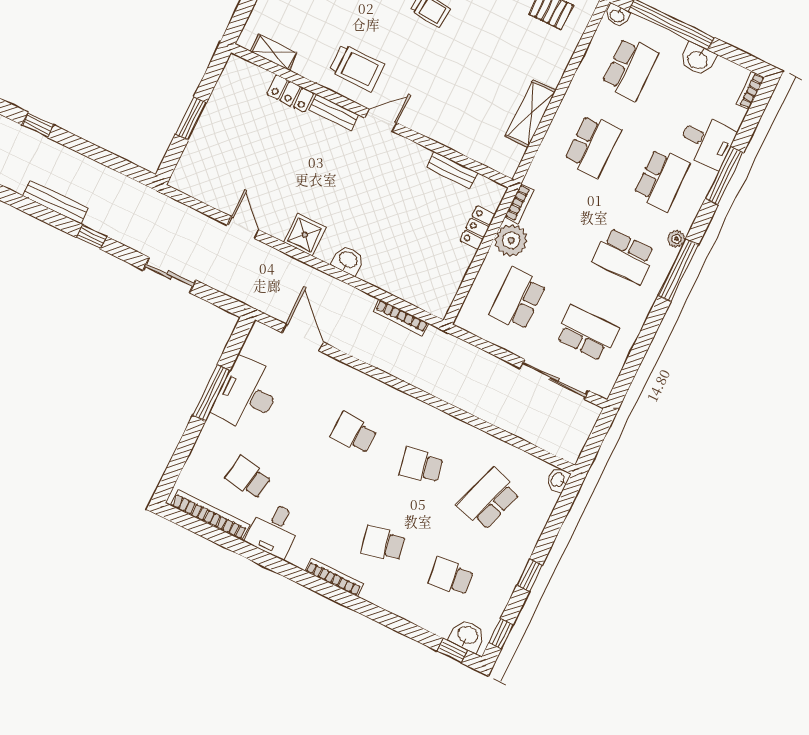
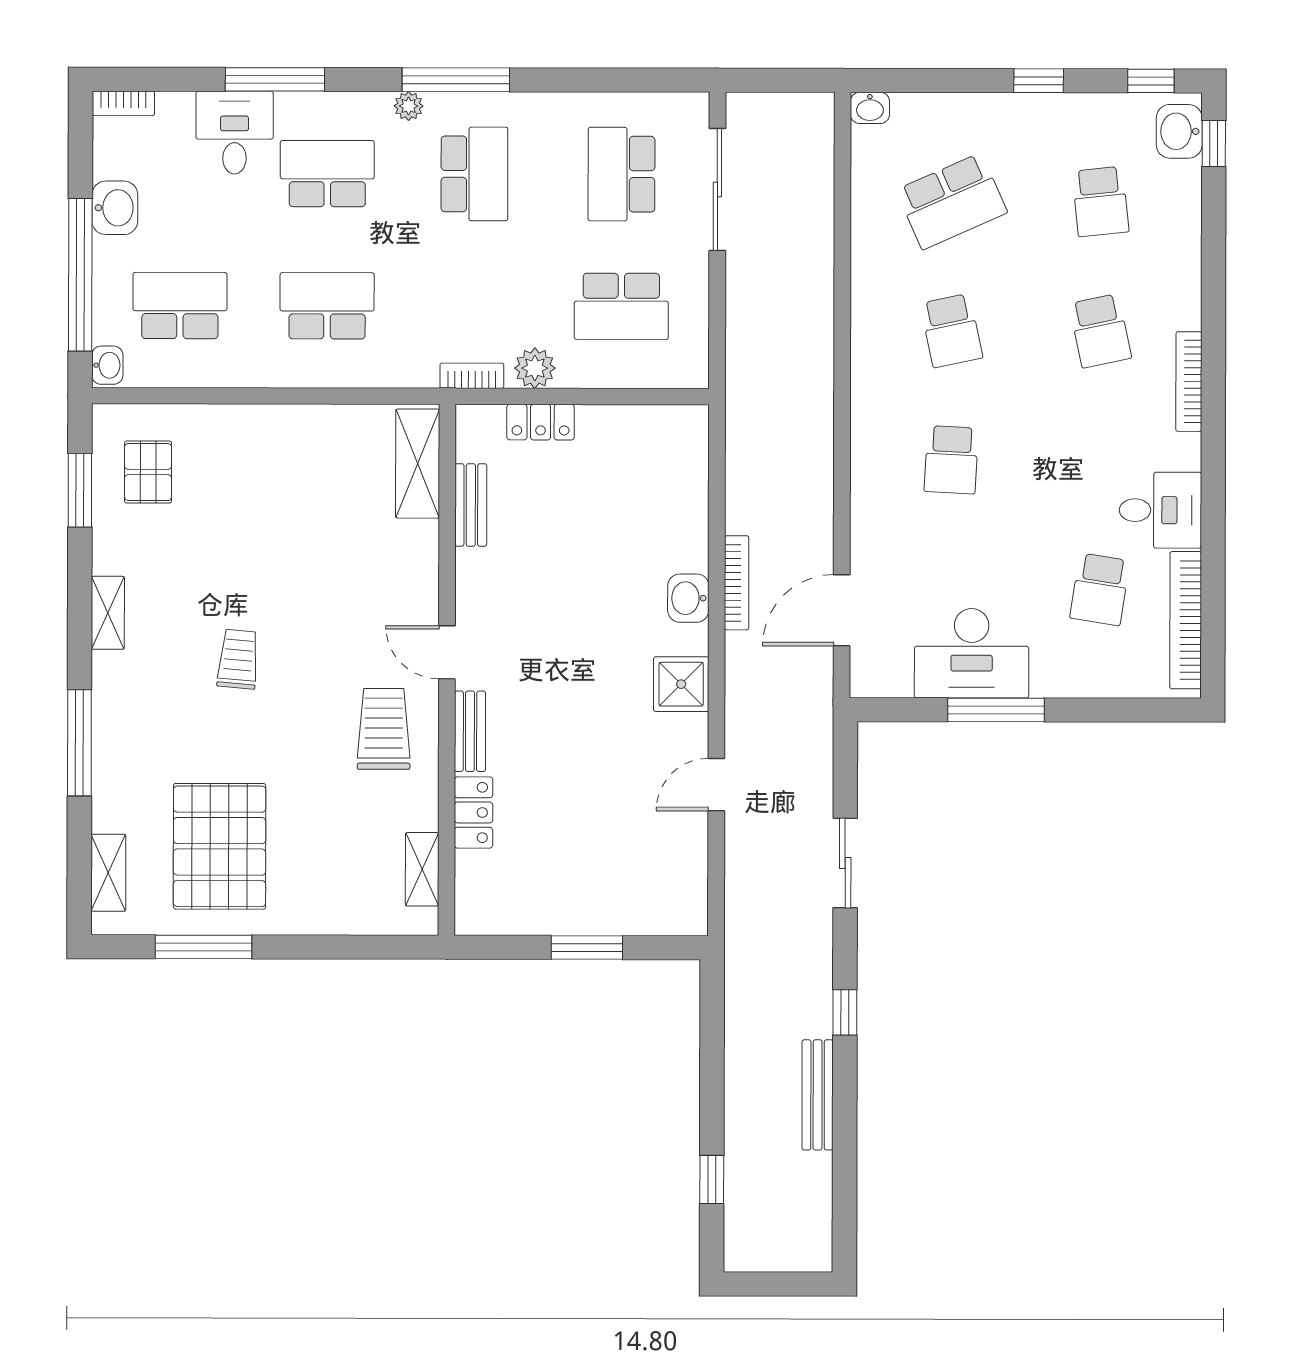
shelving: (531, 114) -> (418, 464), moved, turned 90
plant: (511, 240) -> (535, 368), width x0.73, depth x0.73
bookcase: (401, 317) -> (737, 583), moved
school desk: (489, 499) -> (952, 201), turned -42

